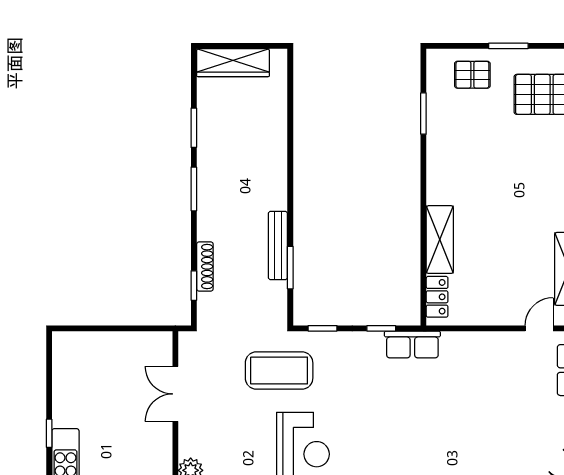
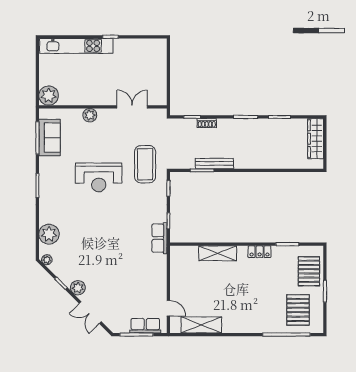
pallet: (472, 75) -> (309, 271), width x1.50, depth x1.42
shoe rack: (205, 267) -> (207, 123), width x0.70
locker: (437, 297) -> (260, 252), moved

